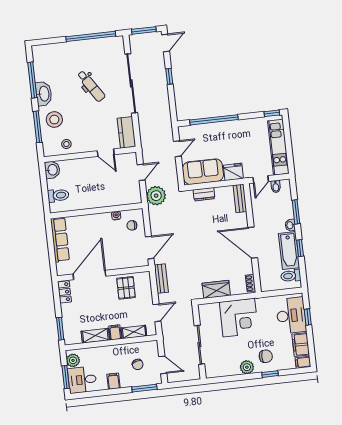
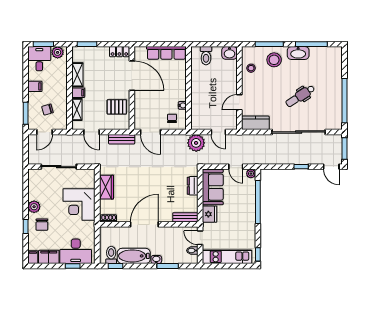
plant: (183, 131) -> (251, 174), added
window: (300, 248) -> (115, 266), moved

